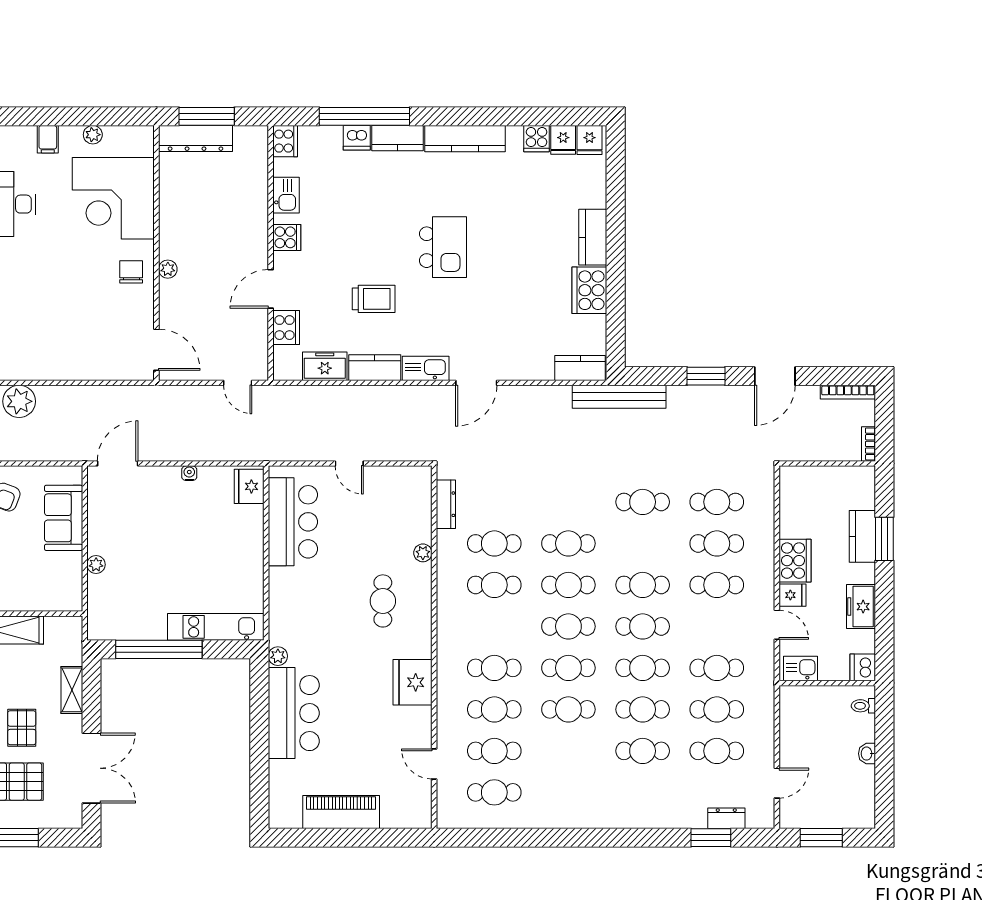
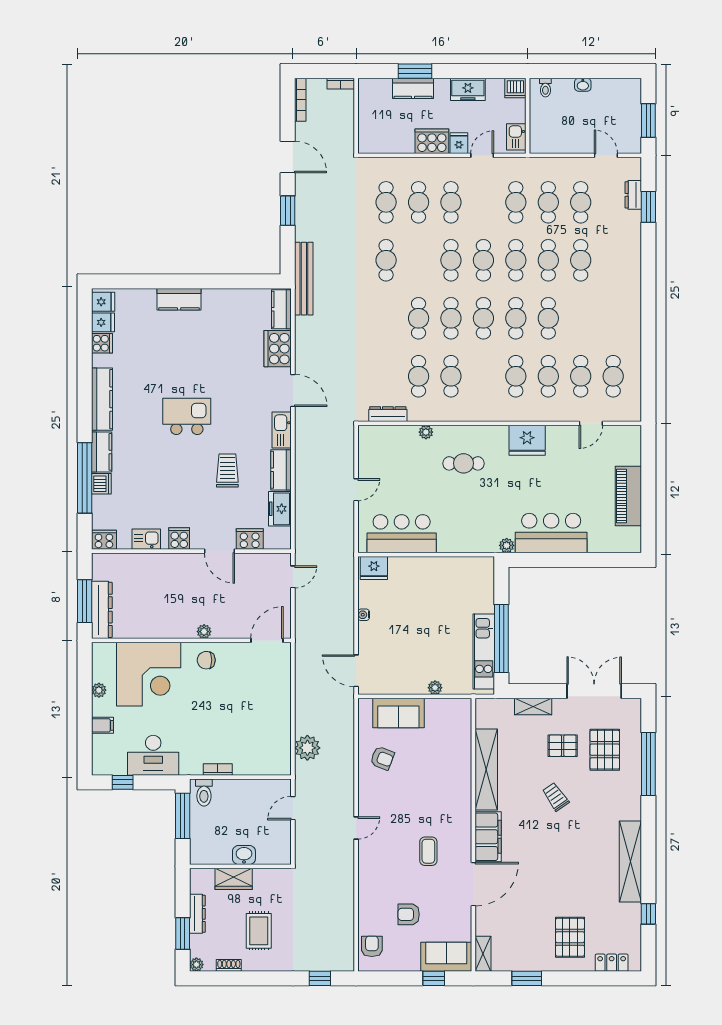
cooker: (589, 290) -> (278, 349), moved, turned 90
kitchen unit: (216, 627) -> (484, 652), moved

